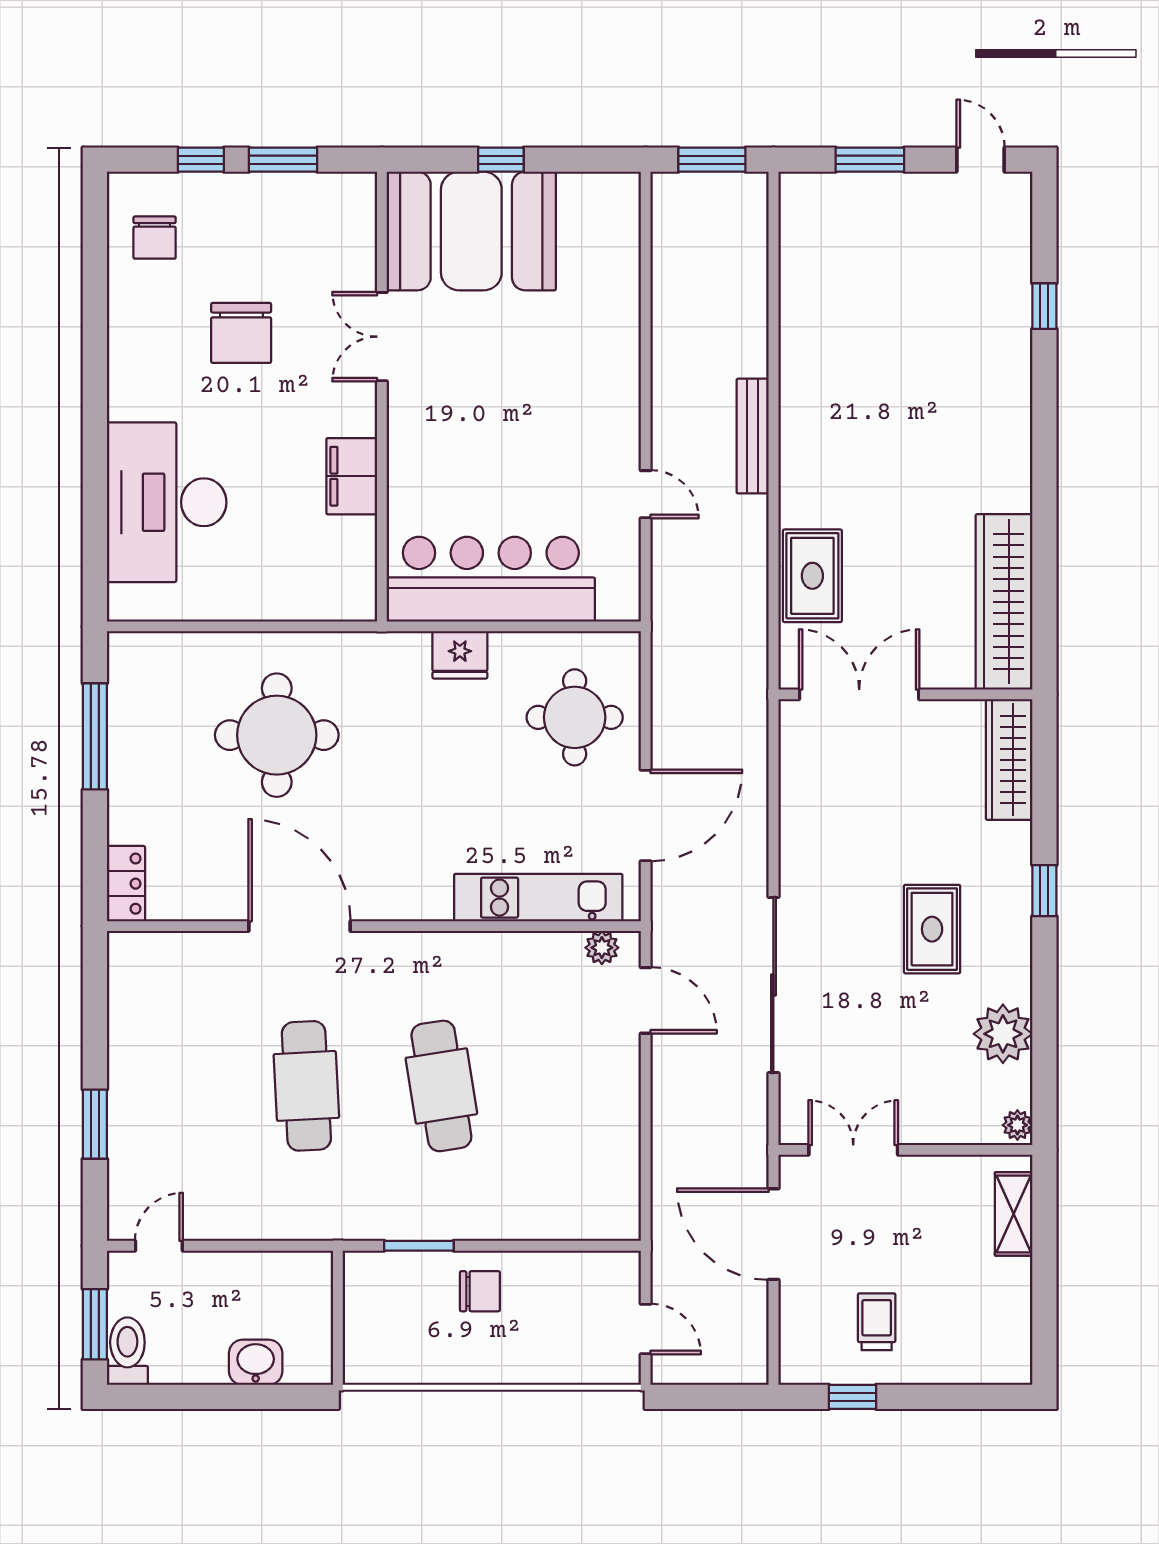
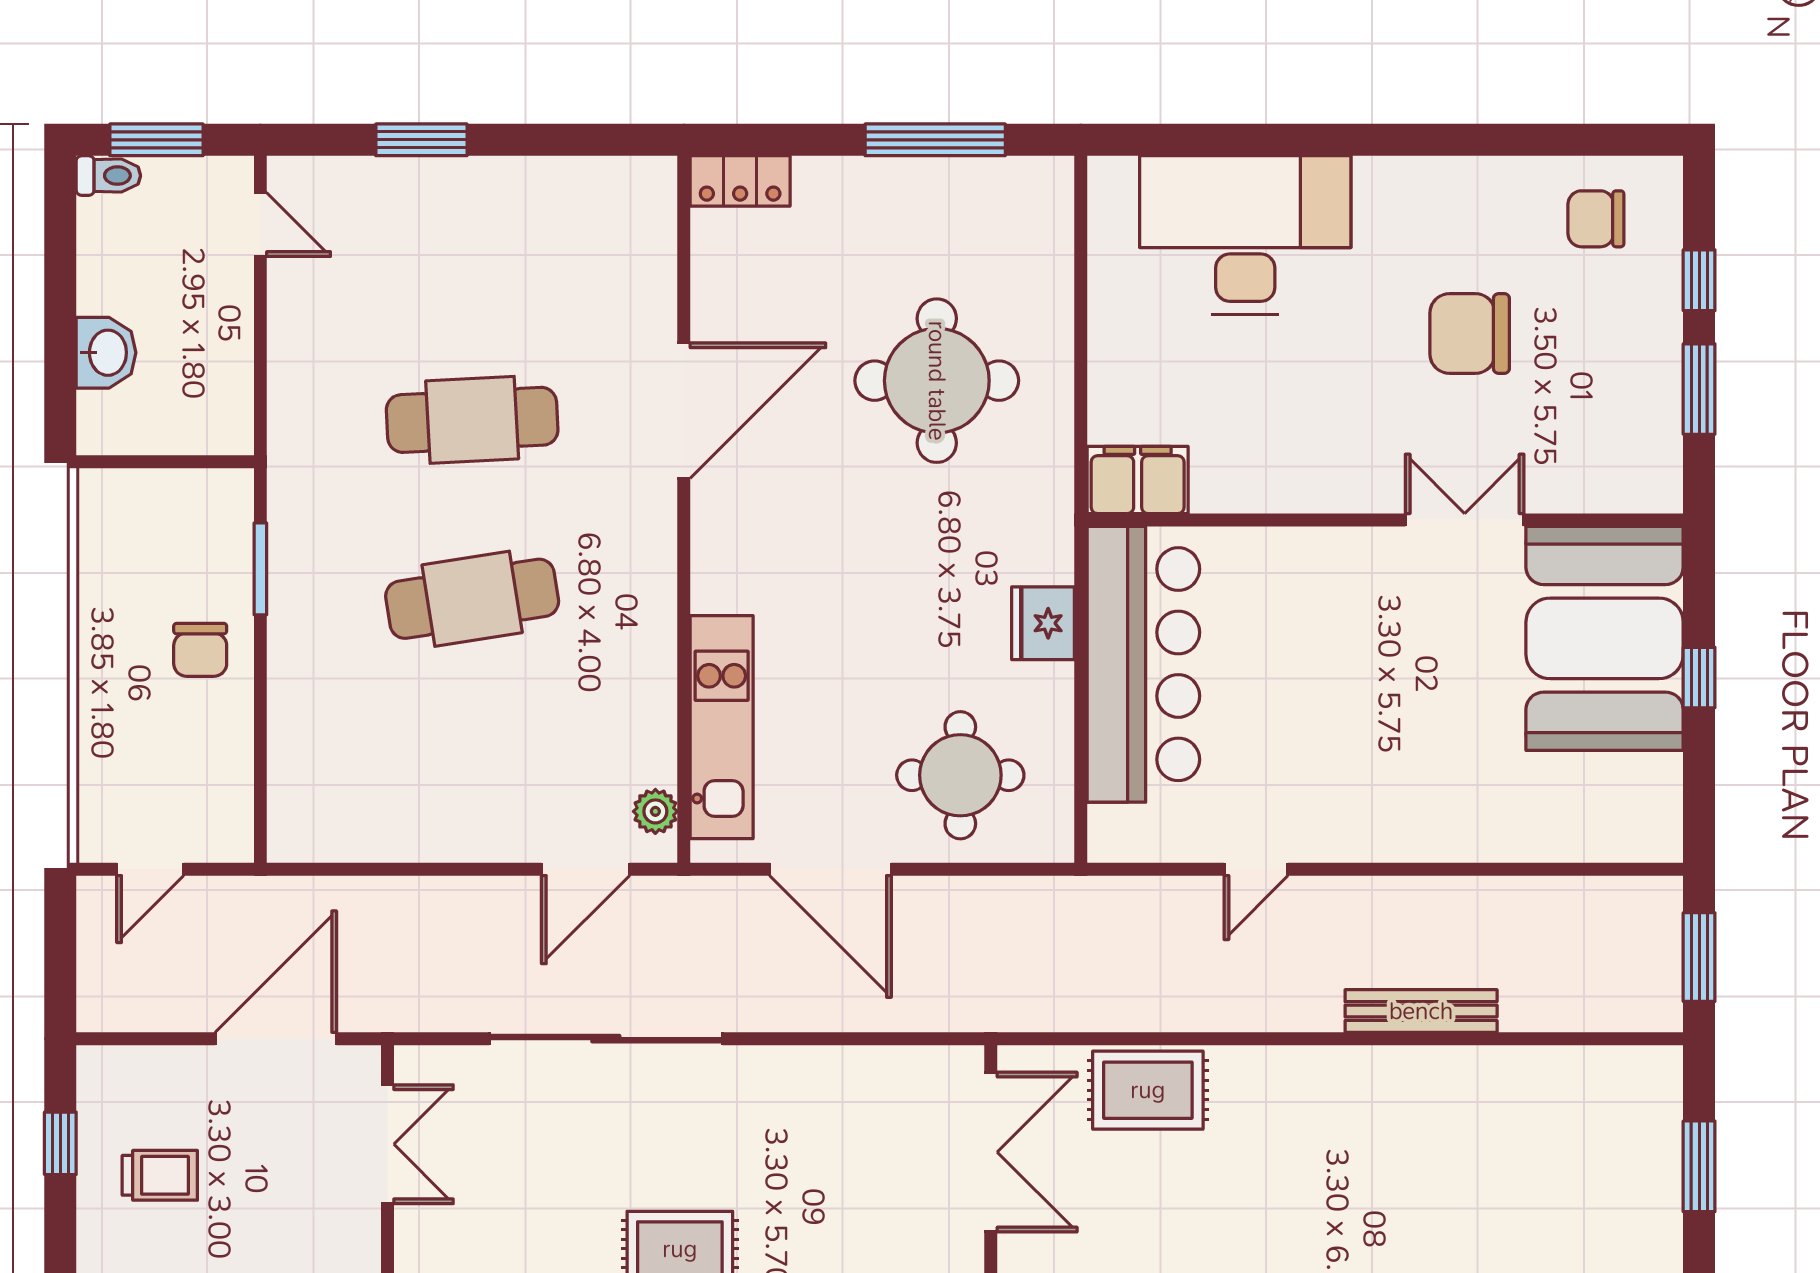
bench: (753, 436) -> (1421, 1011), moved
filing cabinet: (352, 476) -> (1138, 480), moved
toilet: (127, 1351) -> (108, 176), width x0.73, depth x0.72

